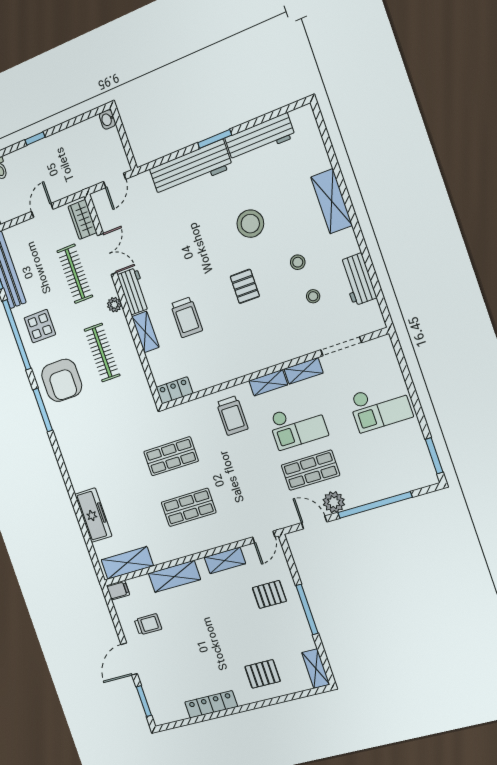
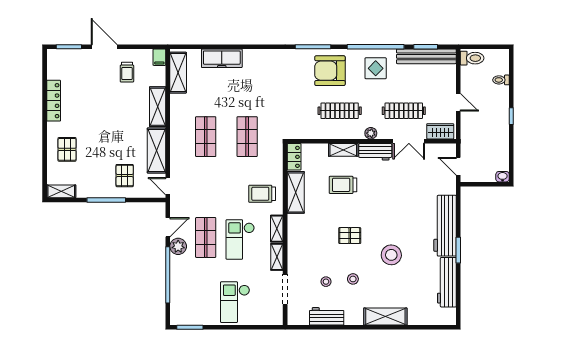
shelving: (216, 374) -> (296, 192), added
shelving: (225, 560) -> (157, 150), width x1.50, depth x1.33

